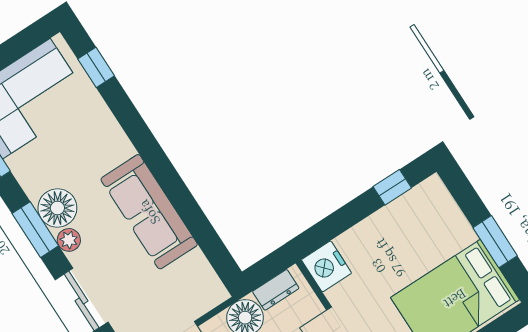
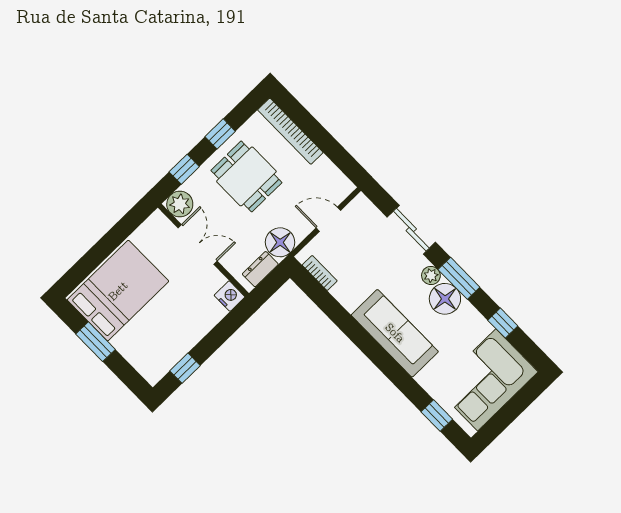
sofa: (149, 212) -> (395, 333), moved
nightstand: (326, 266) -> (230, 296), width x0.74, depth x0.75
bookcase: (204, 270) -> (320, 273), added

